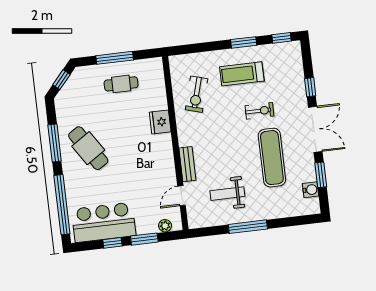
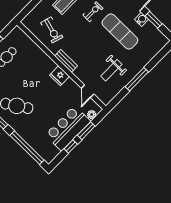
fridge: (160, 122) -> (60, 76), moved
bench: (187, 164) -> (66, 61), moved
water cooler: (311, 190) -> (142, 19), moved
bar counter: (104, 222) -> (68, 128), moved

